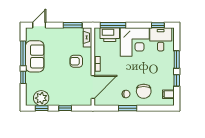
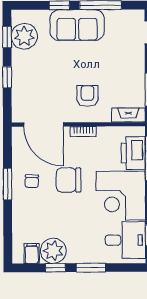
sofa: (35, 56) -> (77, 25), moved
plant: (167, 82) -> (53, 251), added
chair: (144, 91) -> (69, 180), moved

